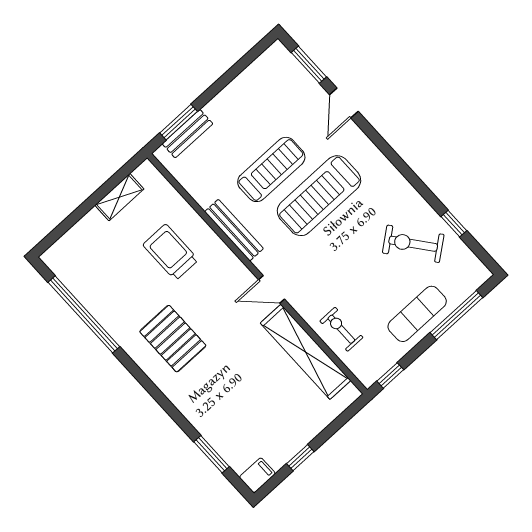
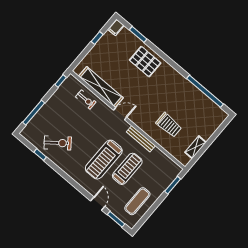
bench: (188, 134) -> (168, 180), removed
treadmill: (271, 169) -> (127, 169), turned 180
treadmill: (319, 196) -> (104, 160), turned 180
exercise mat: (417, 314) -> (137, 201), moved
pallet: (173, 339) -> (145, 62), moved

